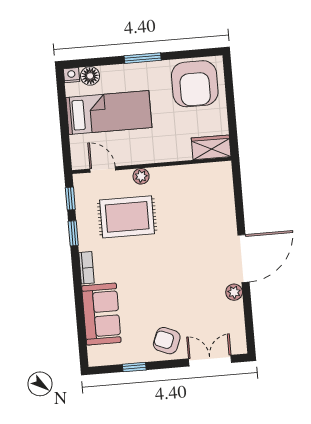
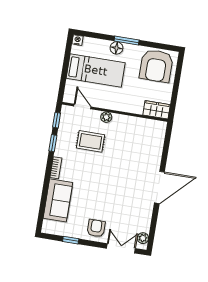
floor lamp: (90, 76) -> (116, 48), moved
rug: (127, 217) -> (91, 141), width x0.73, depth x0.70
plant: (234, 292) -> (143, 238), moved
armchair: (167, 341) -> (96, 228), turned 68

